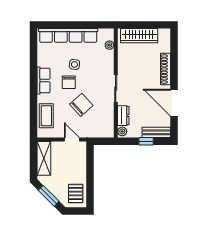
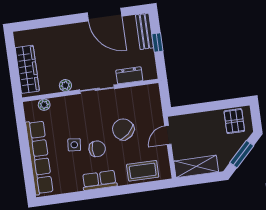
shoe rack: (165, 69) -> (64, 31), removed
door: (174, 103) -> (105, 15), hinge flipped
plant: (122, 131) -> (65, 85), moved
pallet: (76, 194) -> (234, 121), turned 90

